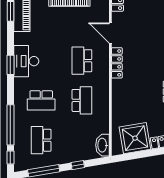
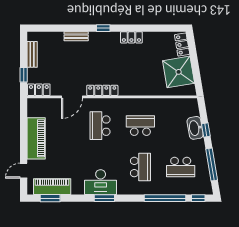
school desk: (82, 61) -> (100, 126), turned 90
washbasin: (103, 145) -> (195, 128), moved, turned 81

